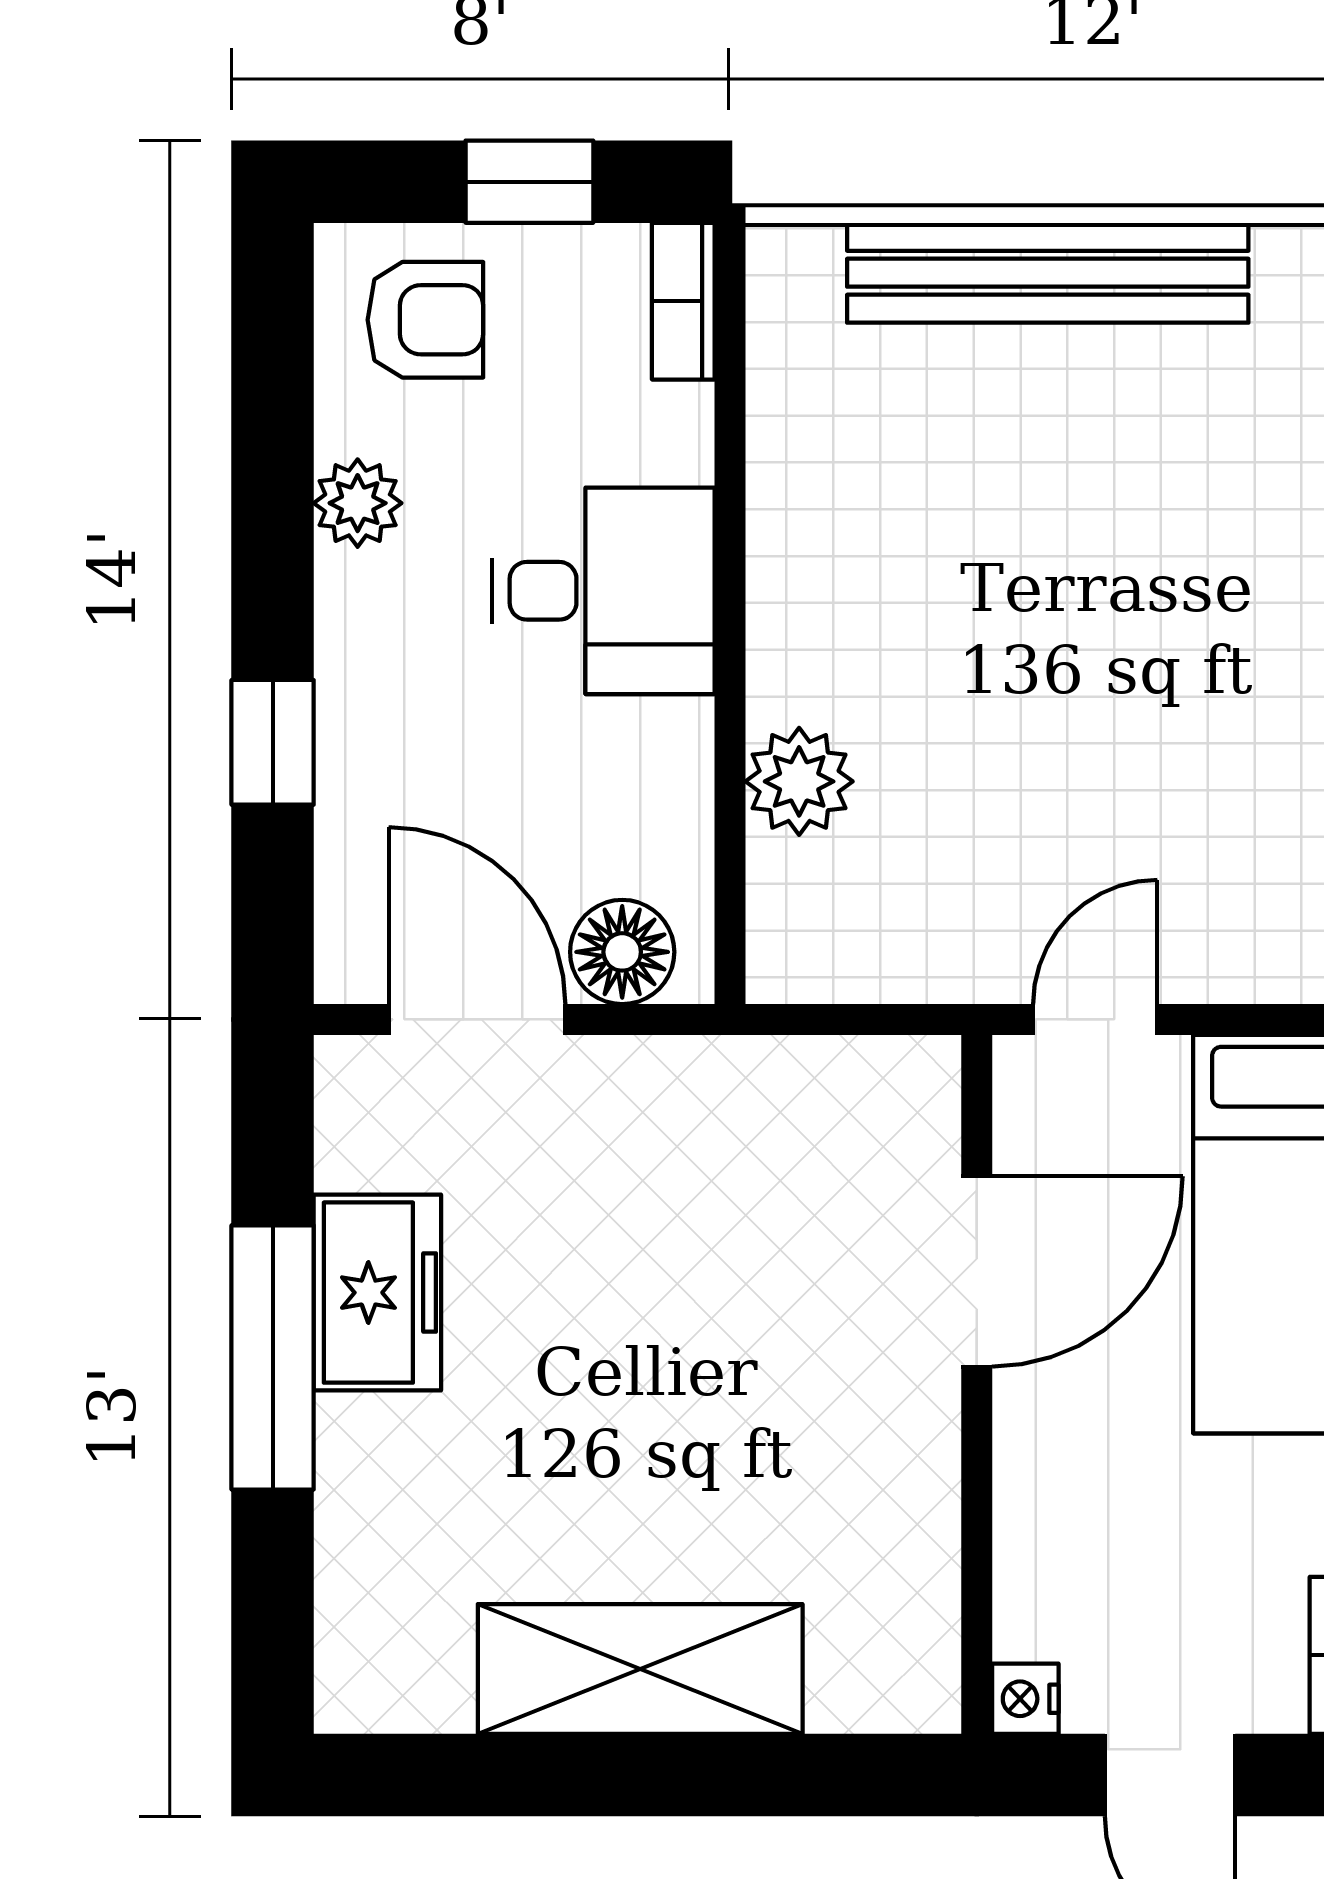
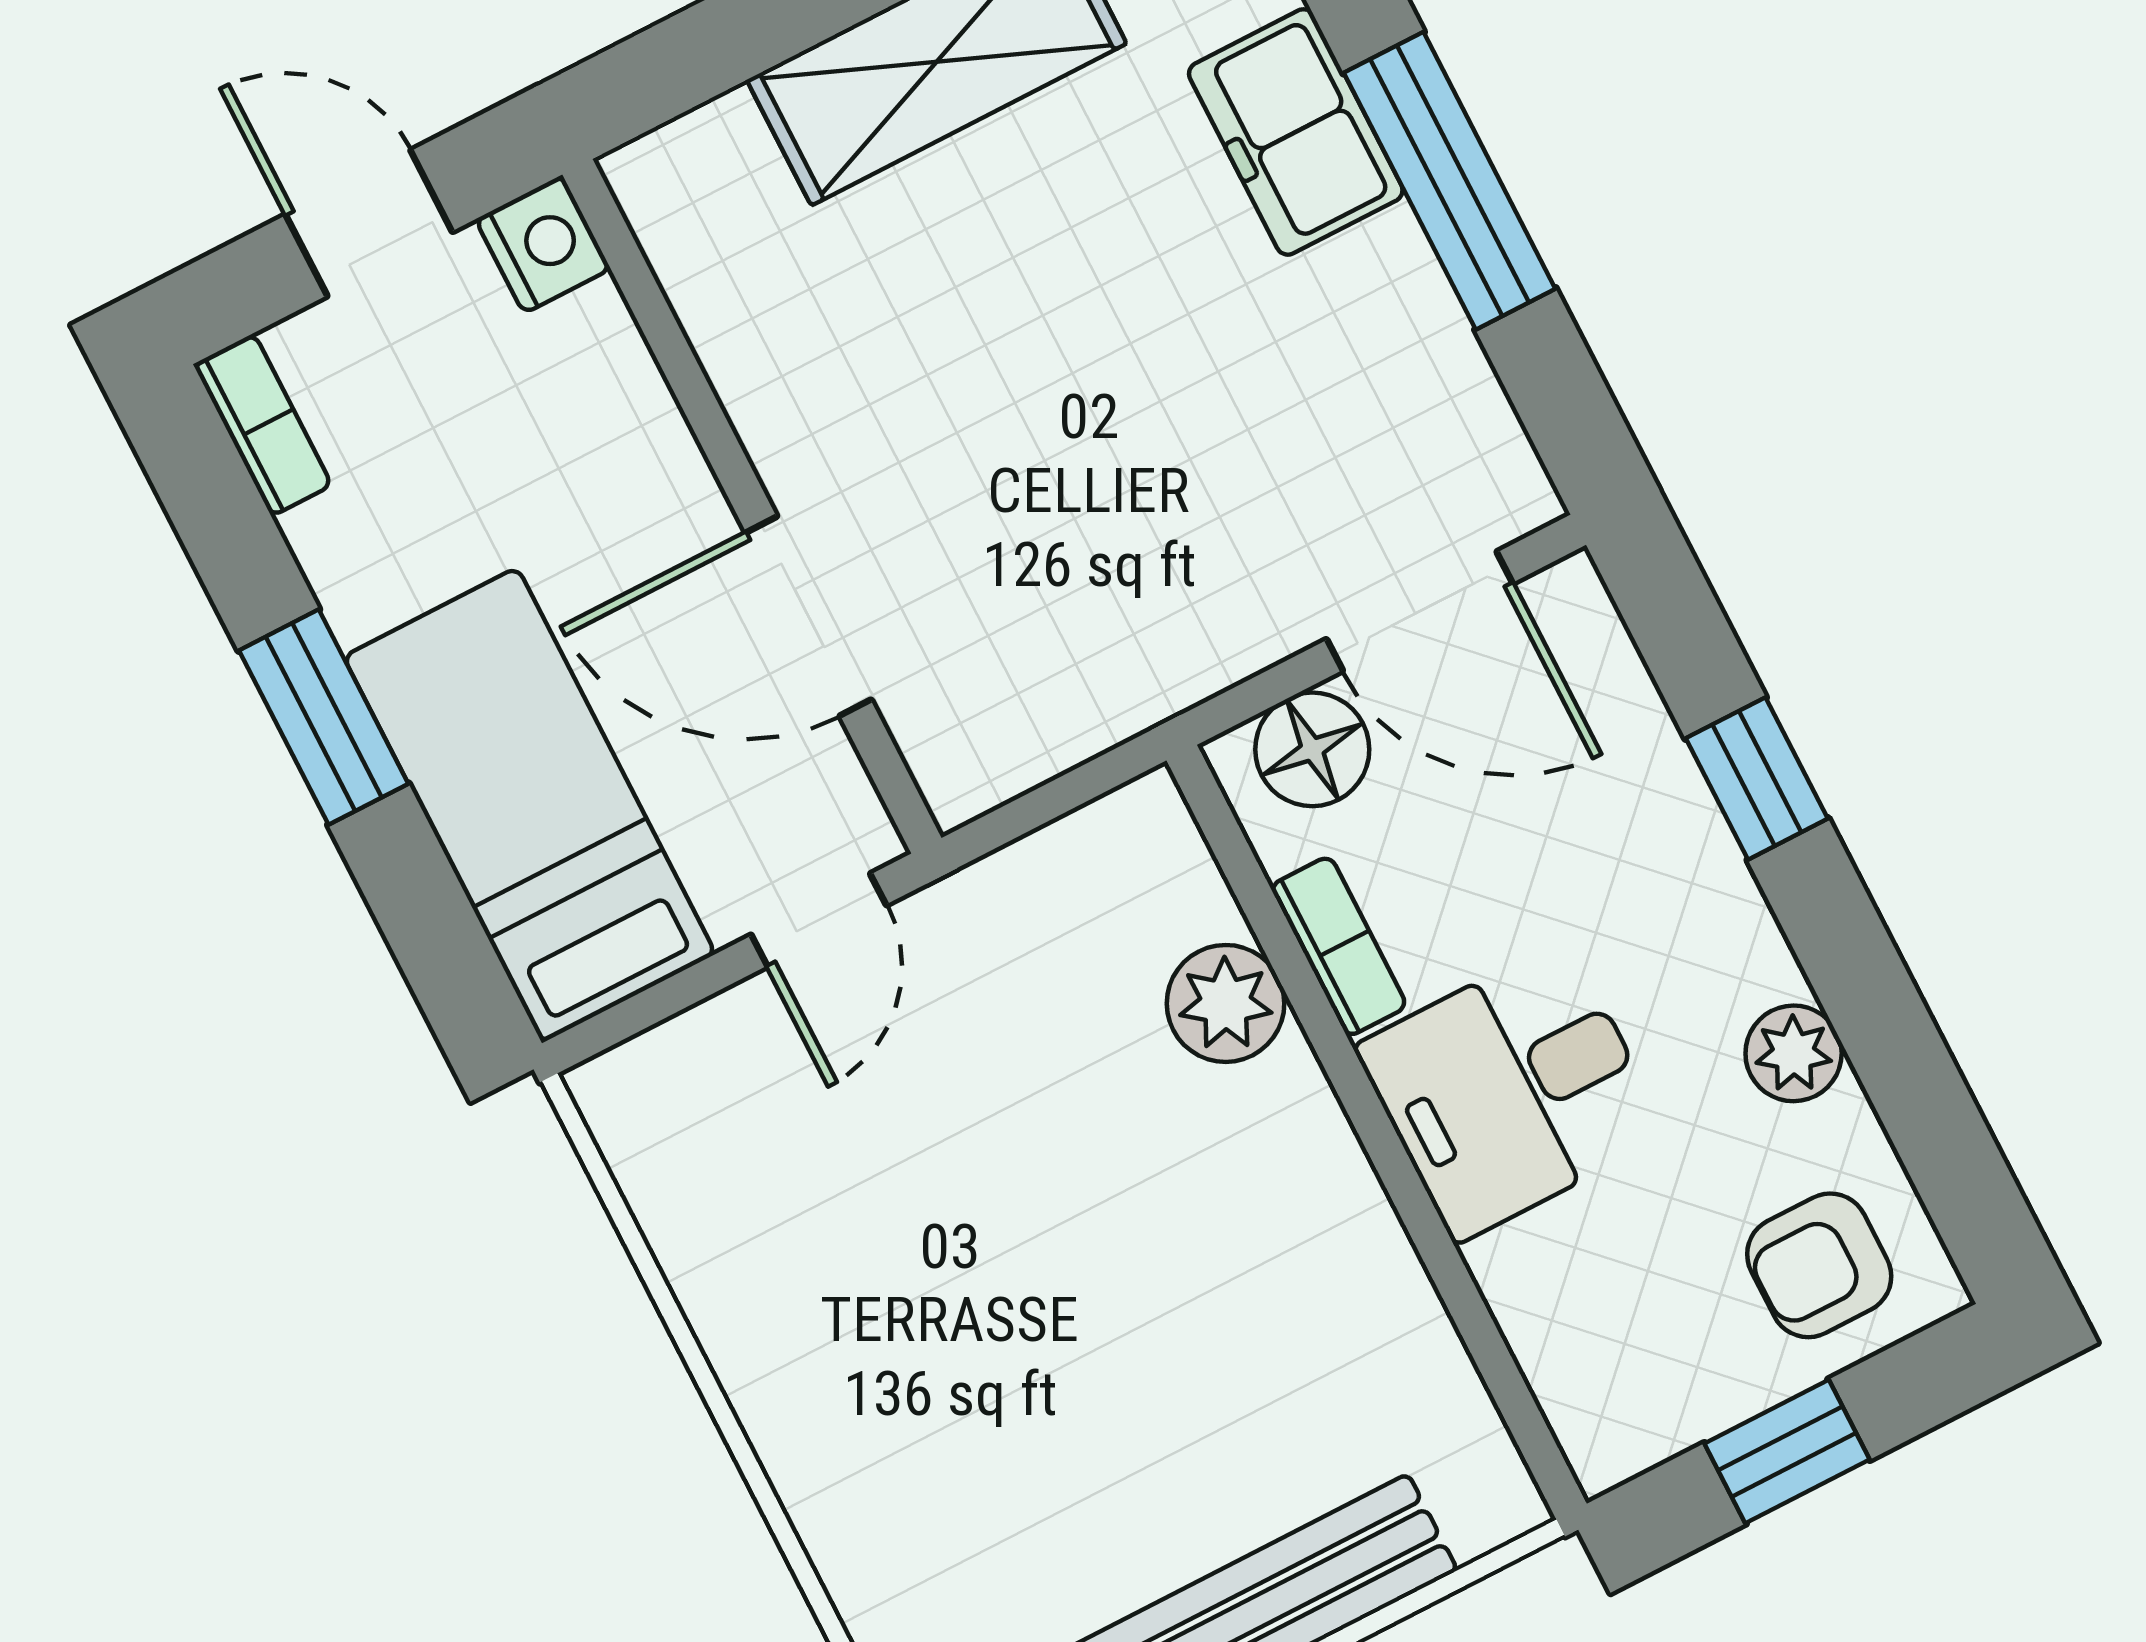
bookcase: (683, 301) -> (1339, 946), moved
door: (977, 1271) -> (808, 616), hinge flipped
freezer: (377, 1293) -> (1296, 132), moved
nightstand: (1025, 1699) -> (543, 244), width x1.39, depth x1.35

